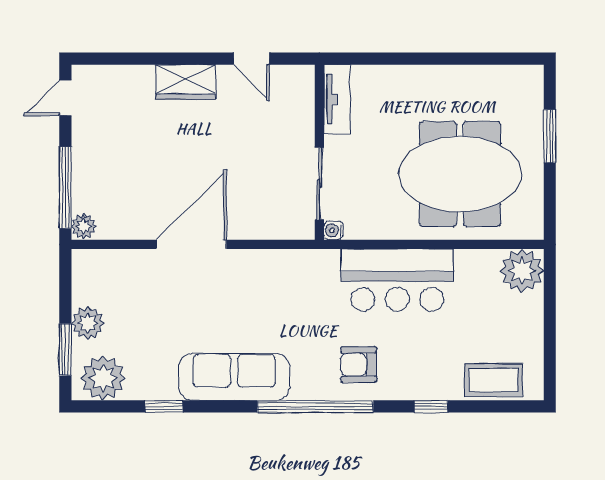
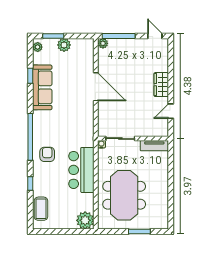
sofa: (234, 377) -> (42, 87), moved
plant: (103, 378) -> (38, 47), width x0.53, depth x0.53

